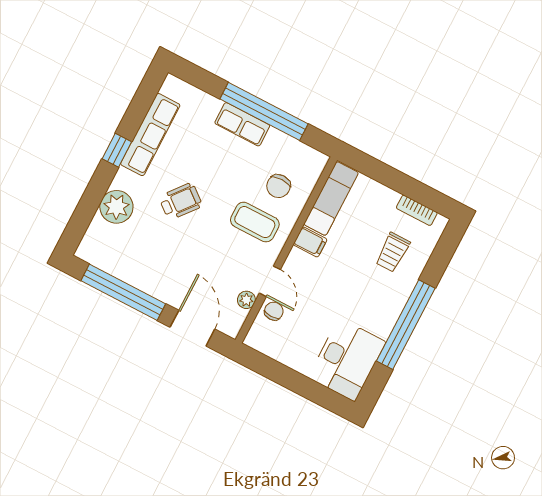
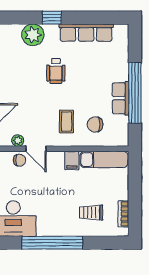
row of seats: (242, 124) -> (121, 98), moved
window: (117, 150) -> (52, 18), moved
wheelchair: (181, 201) -> (56, 71), turned 51
coffee table: (255, 222) -> (66, 122), width x0.73, depth x0.77
door: (270, 281) -> (36, 149), hinge flipped

